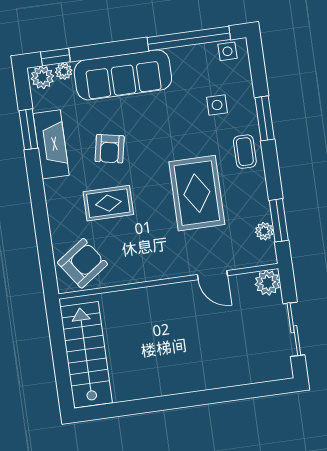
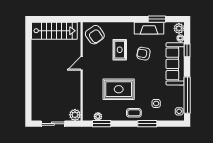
window: (55, 57) -> (187, 50), moved
door: (212, 275) -> (82, 63), moved

